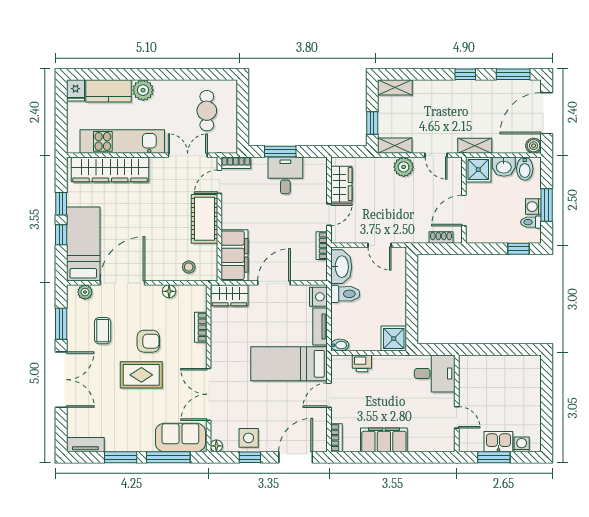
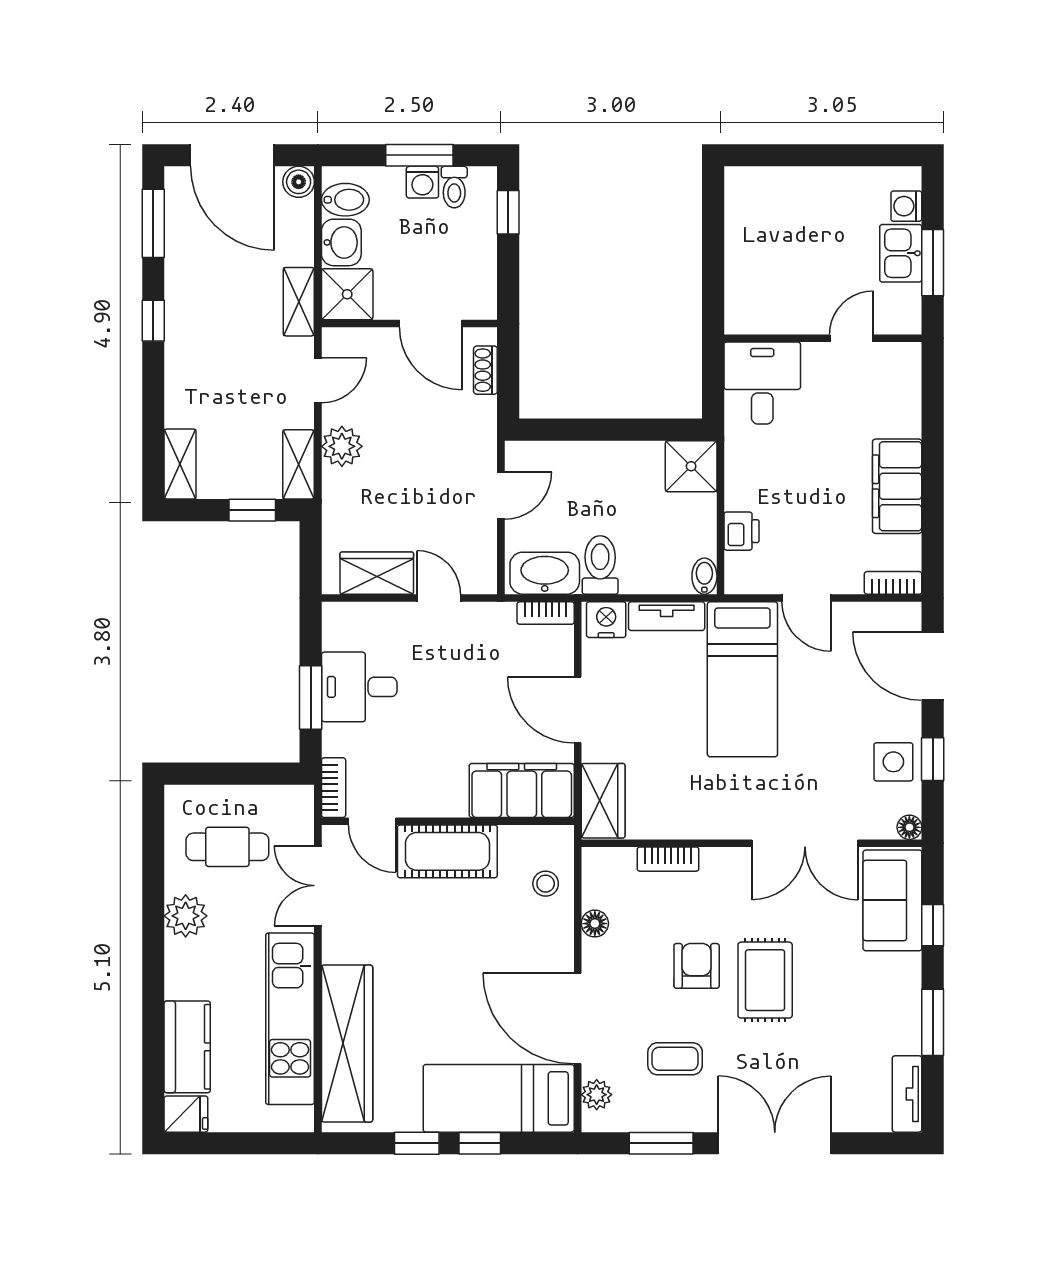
plant: (143, 90) -> (186, 916), moved
bookcase: (322, 246) -> (546, 613), moved
window: (168, 457) -> (933, 925), width x0.46

